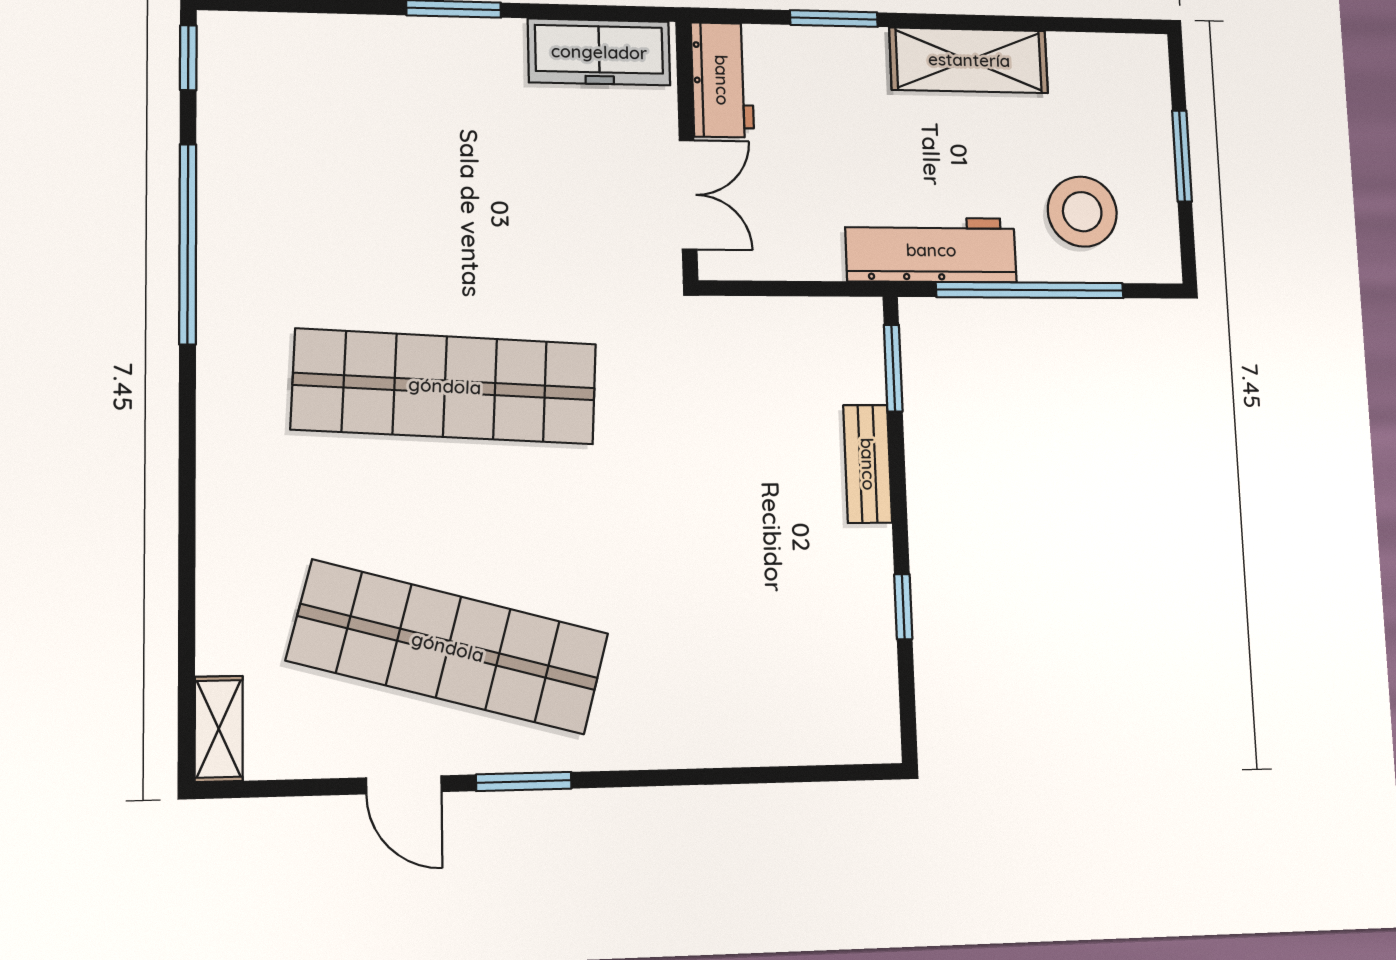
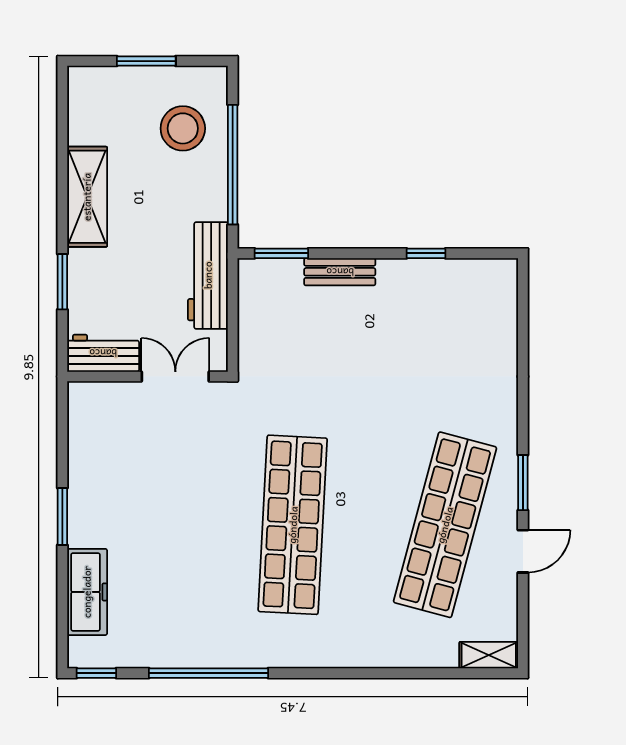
freezer: (599, 52) -> (87, 592), moved
workbench: (931, 250) -> (208, 275), moved

